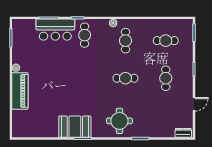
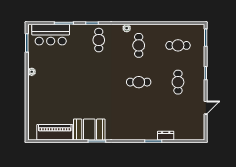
bar counter: (55, 30) -> (51, 35), moved
piano: (20, 91) -> (55, 132), moved, turned -90
round table: (119, 121) -> (133, 124), removed
dresser: (183, 133) -> (166, 136), moved

